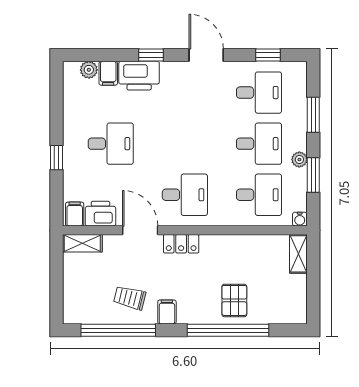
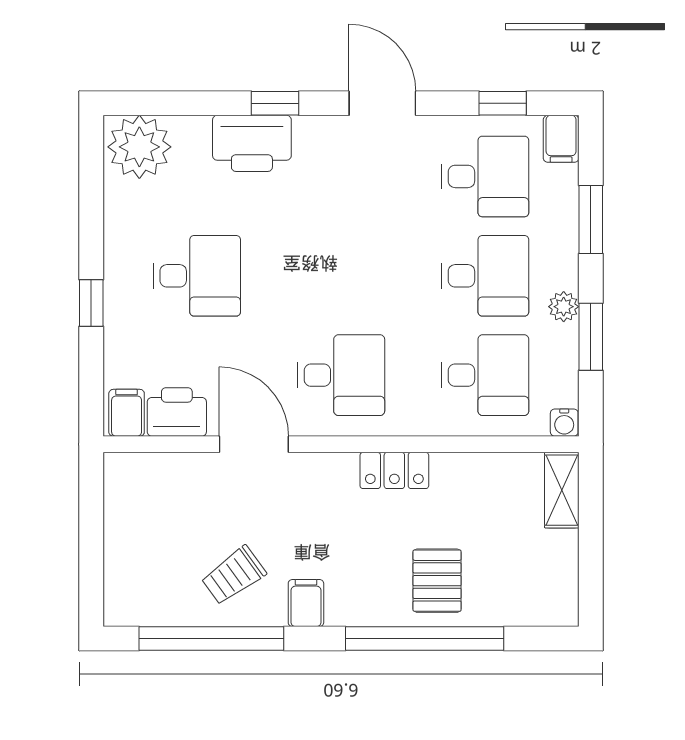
plant: (89, 70) -> (139, 147), width x1.87, depth x1.87
filing cabinet: (108, 73) -> (561, 139), moved
shelving: (82, 243) -> (141, 469), removed
locker: (181, 244) -> (394, 470), moved
trolley: (130, 298) -> (234, 575), turned -50

